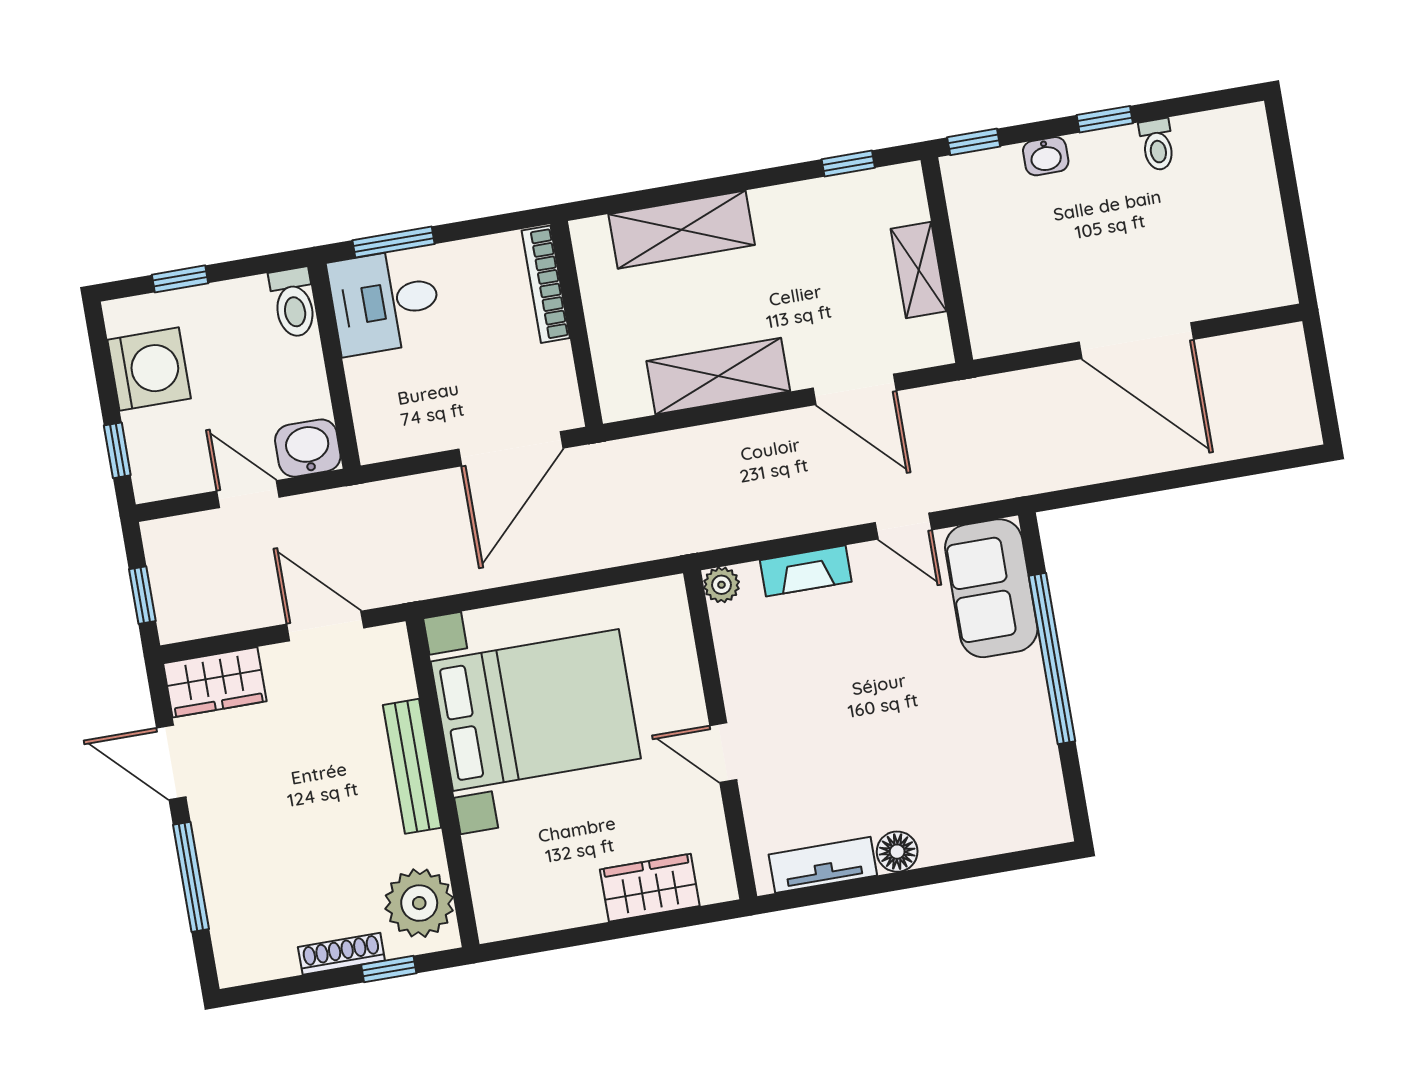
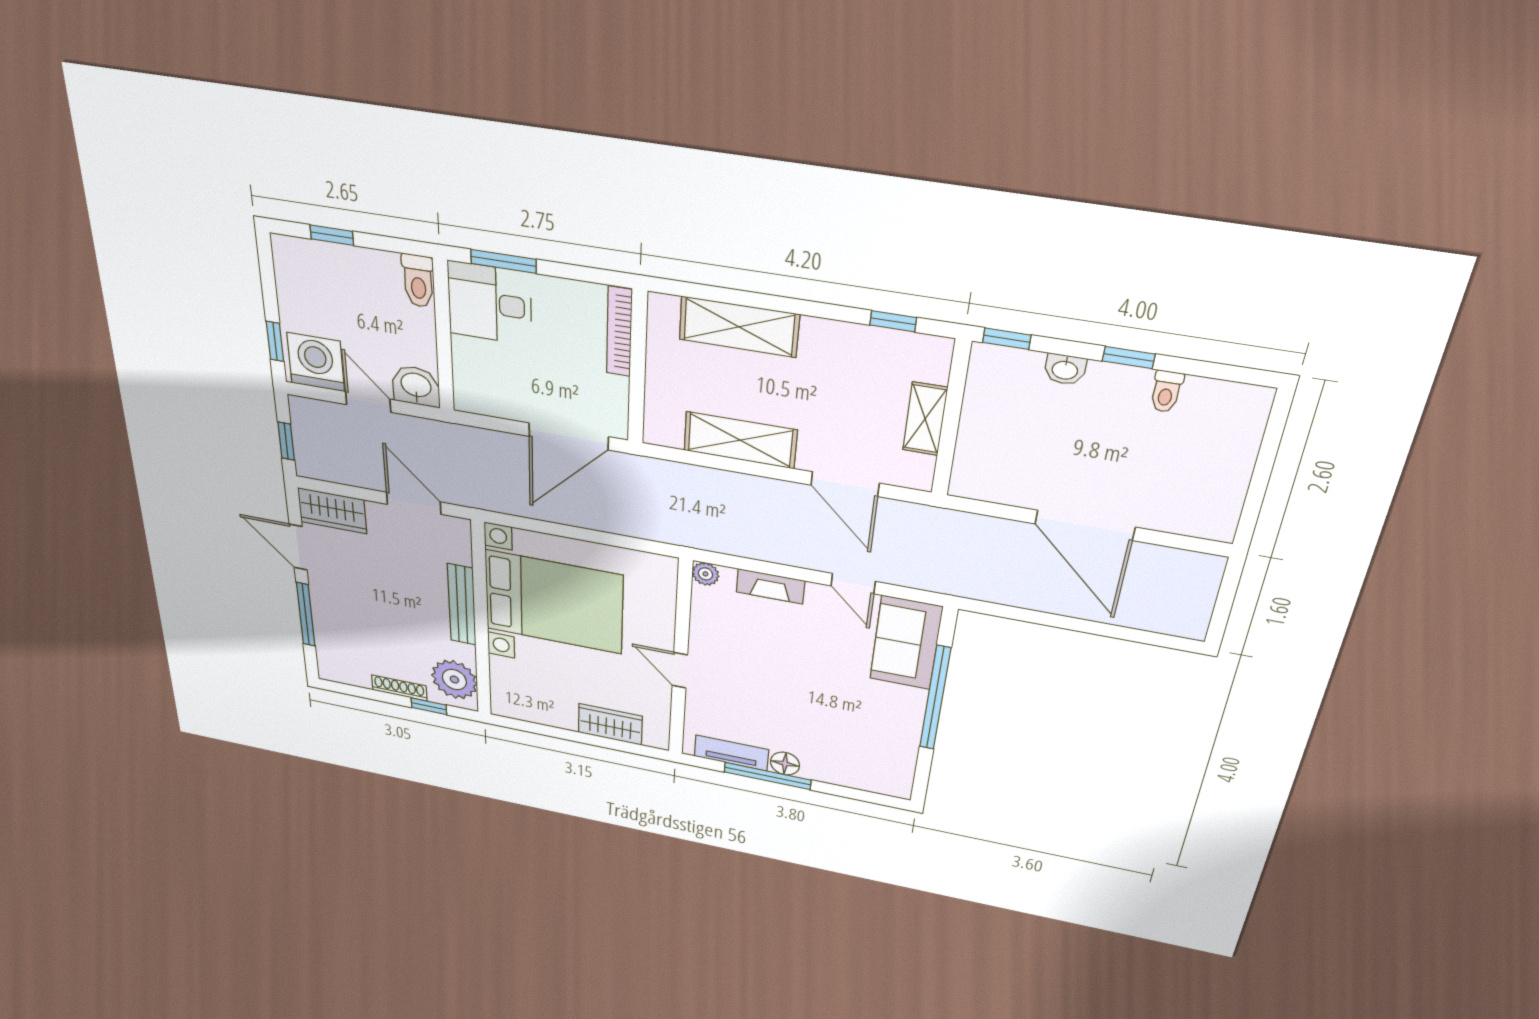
washing machine: (149, 369) -> (316, 362), moved, turned -90
window: (880, 884) -> (767, 776), added

